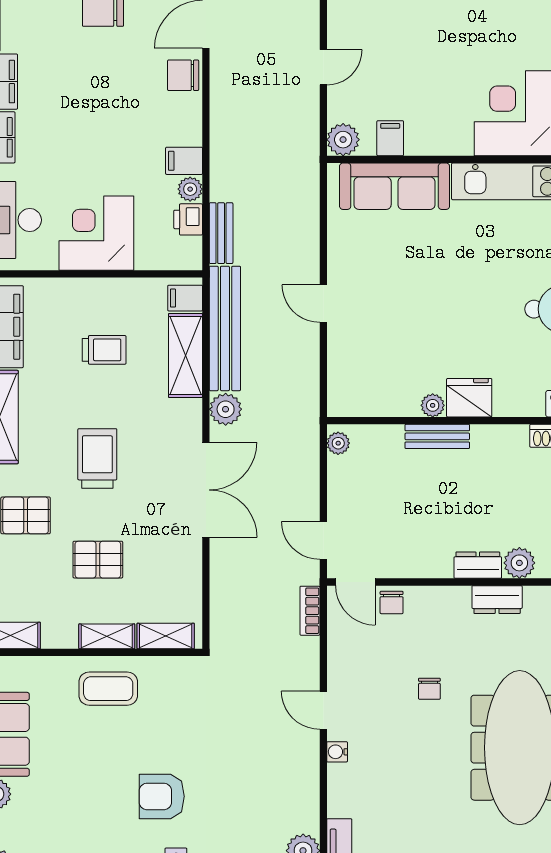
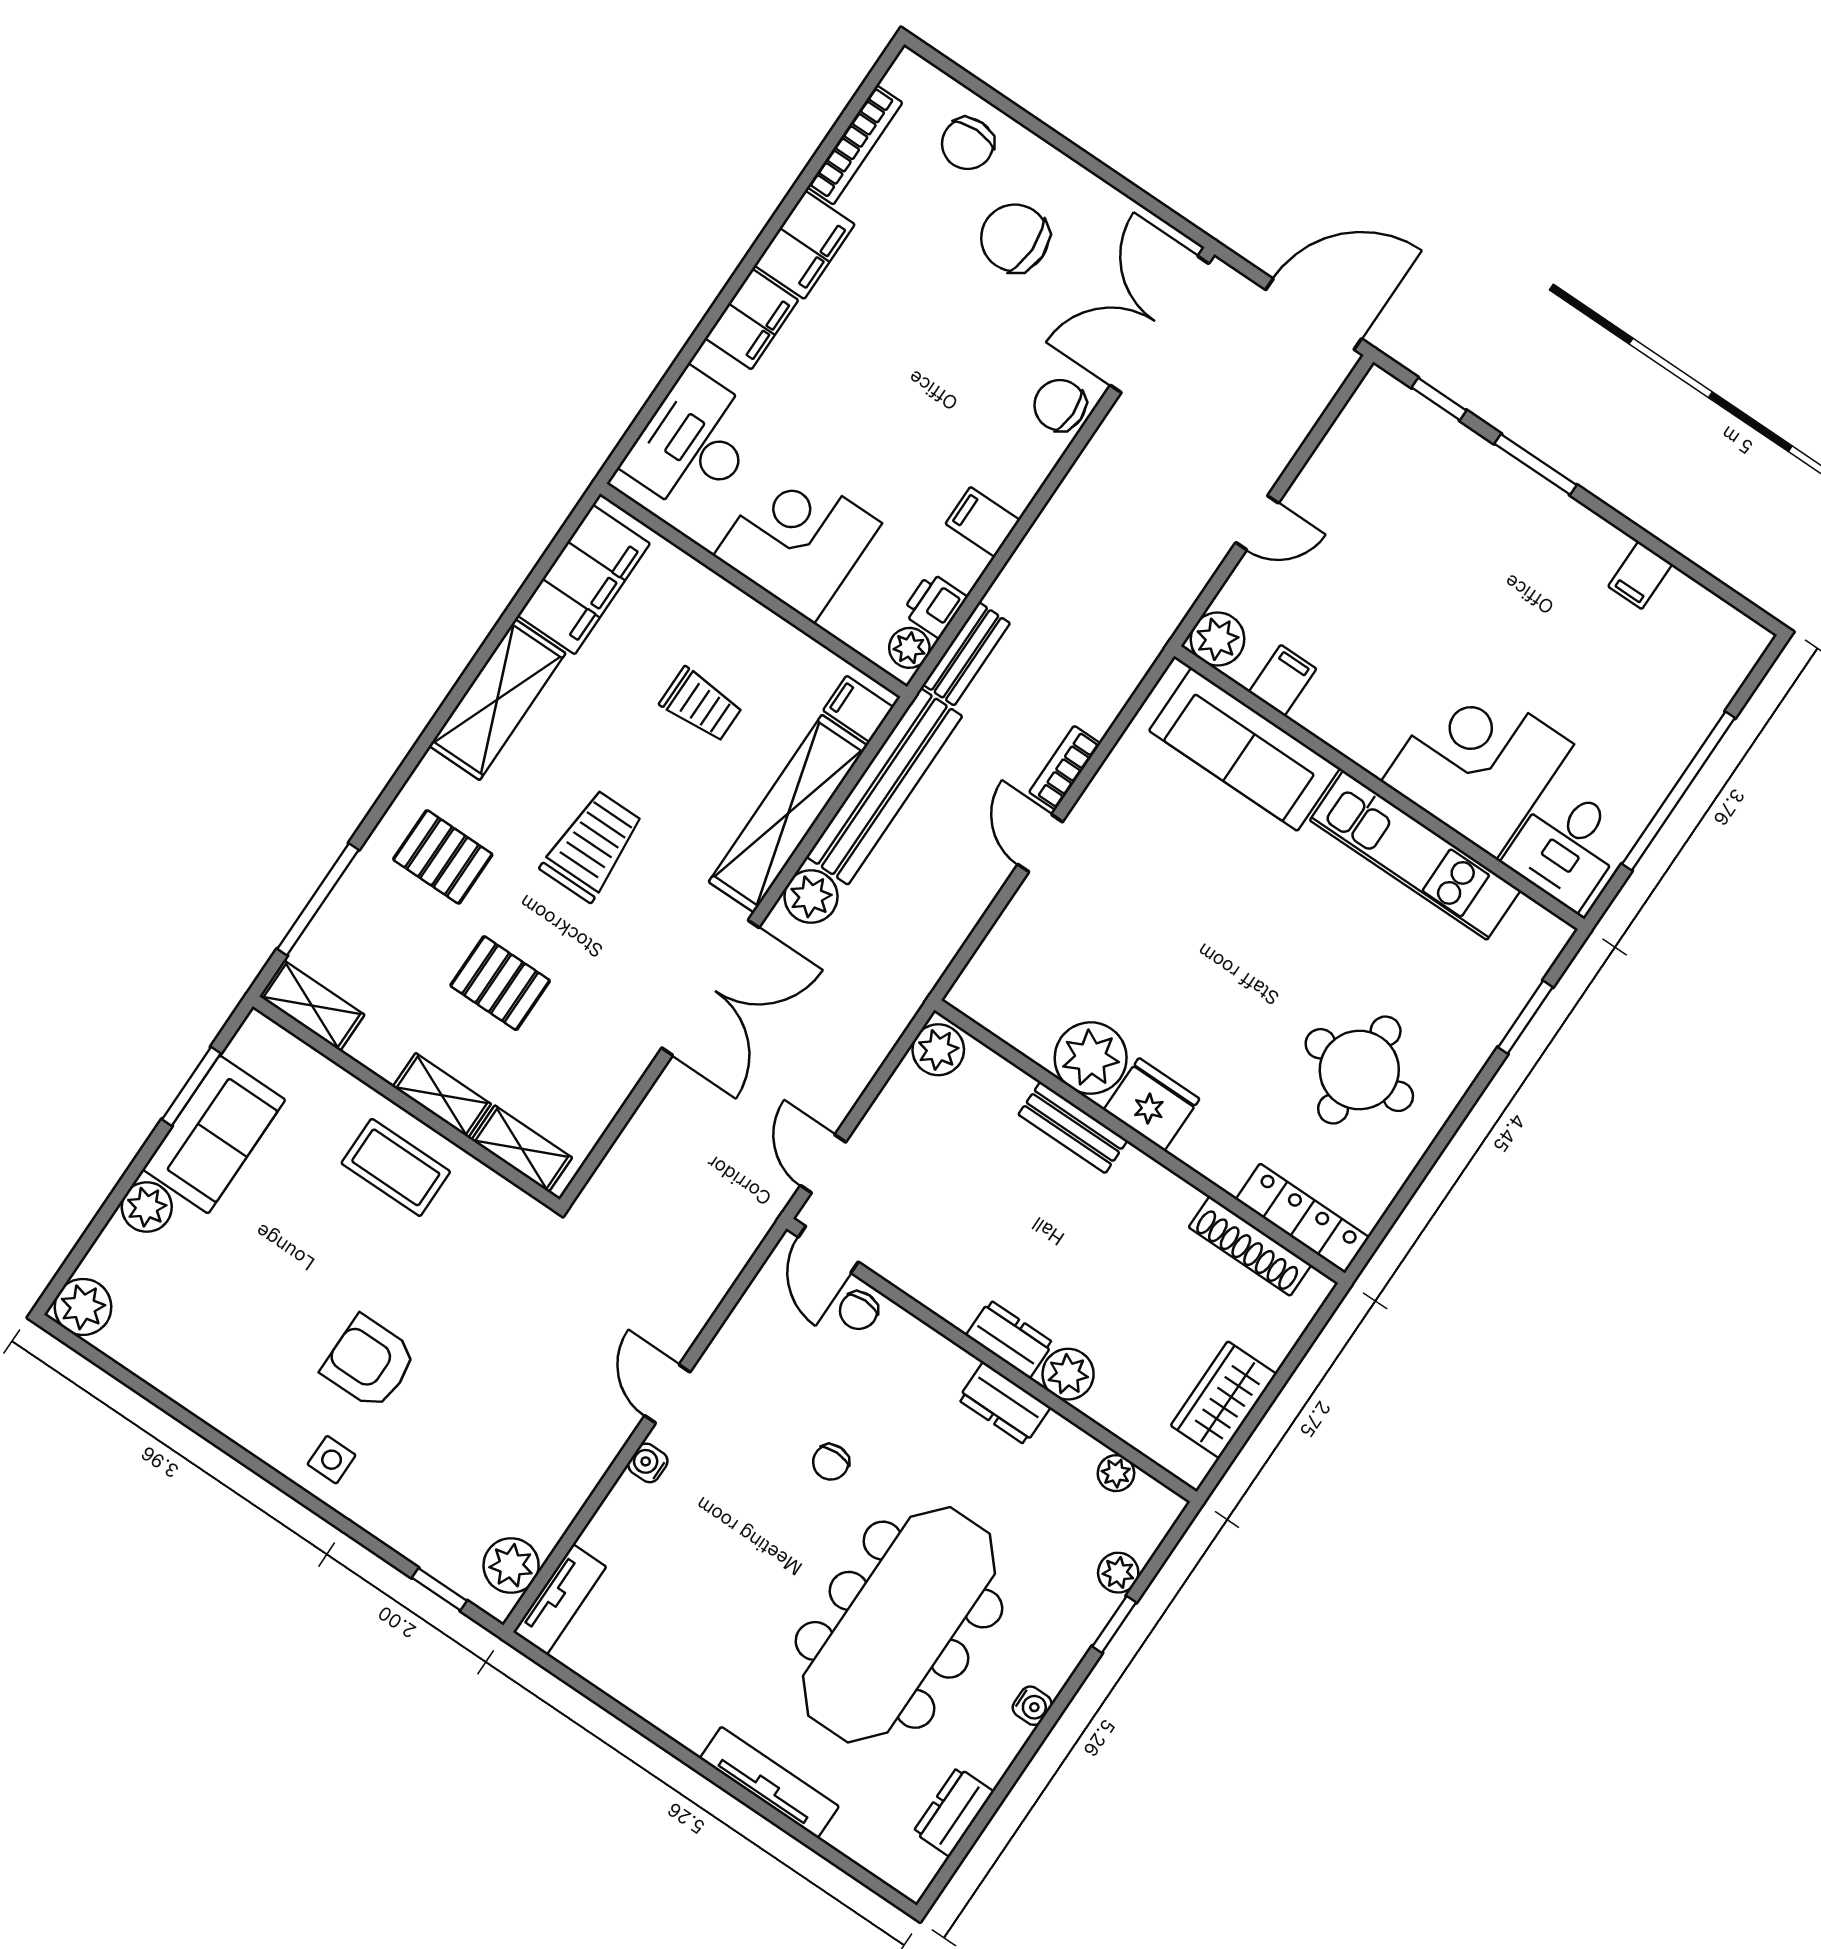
plant: (190, 189) -> (909, 648), moved
shelving: (186, 356) -> (788, 814), width x1.47
plant: (433, 405) -> (1091, 1058), width x1.88, depth x1.88
plant: (338, 443) -> (938, 1050), width x1.38, depth x1.38
bookcase: (310, 611) -> (1065, 768), moved

